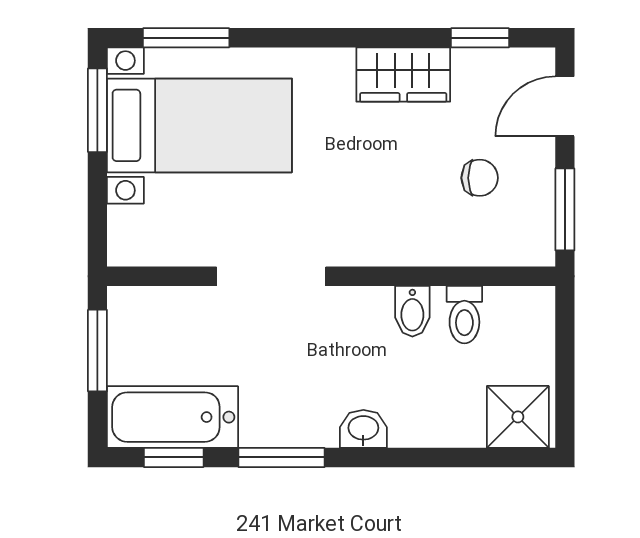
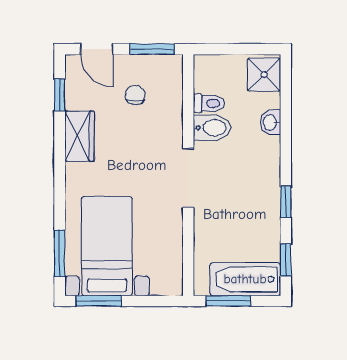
doorway: (271, 276) -> (188, 178), moved
bidet: (412, 311) -> (212, 128), width x1.38, depth x1.36
bathtub: (172, 417) -> (245, 279), moved, turned 90
washbasin: (363, 429) -> (270, 122), moved
window: (282, 457) -> (286, 202), width x0.67

